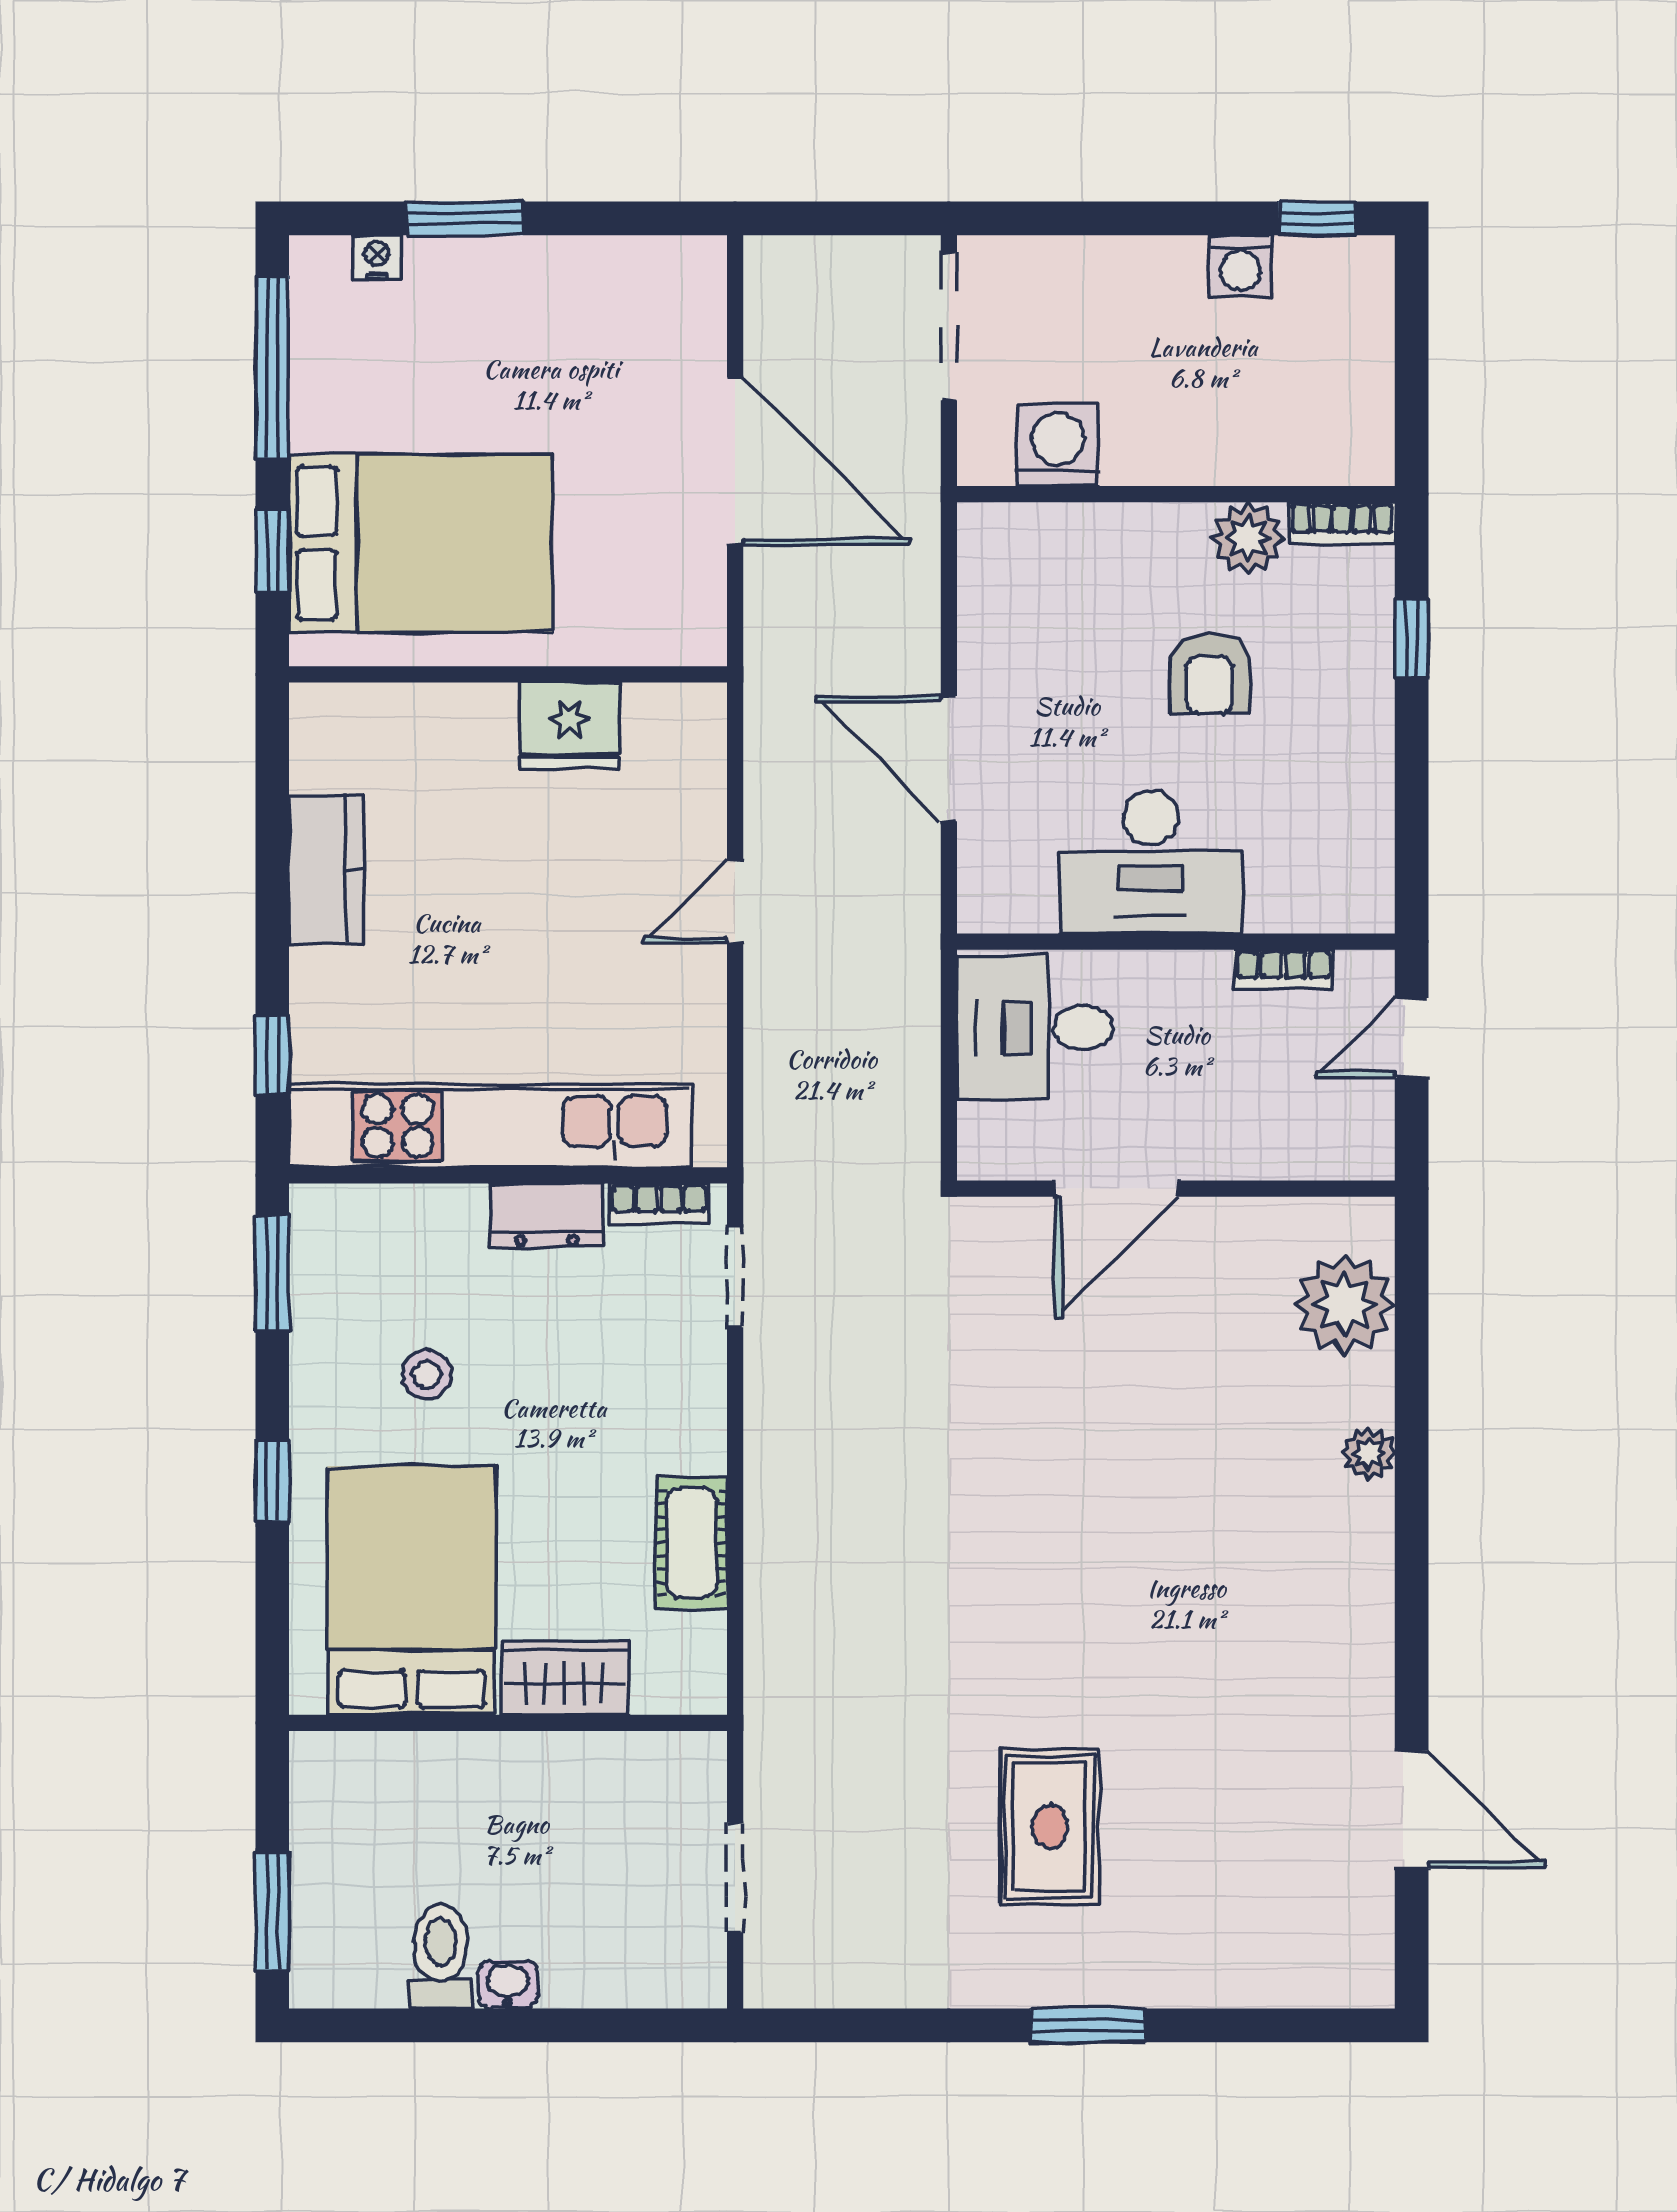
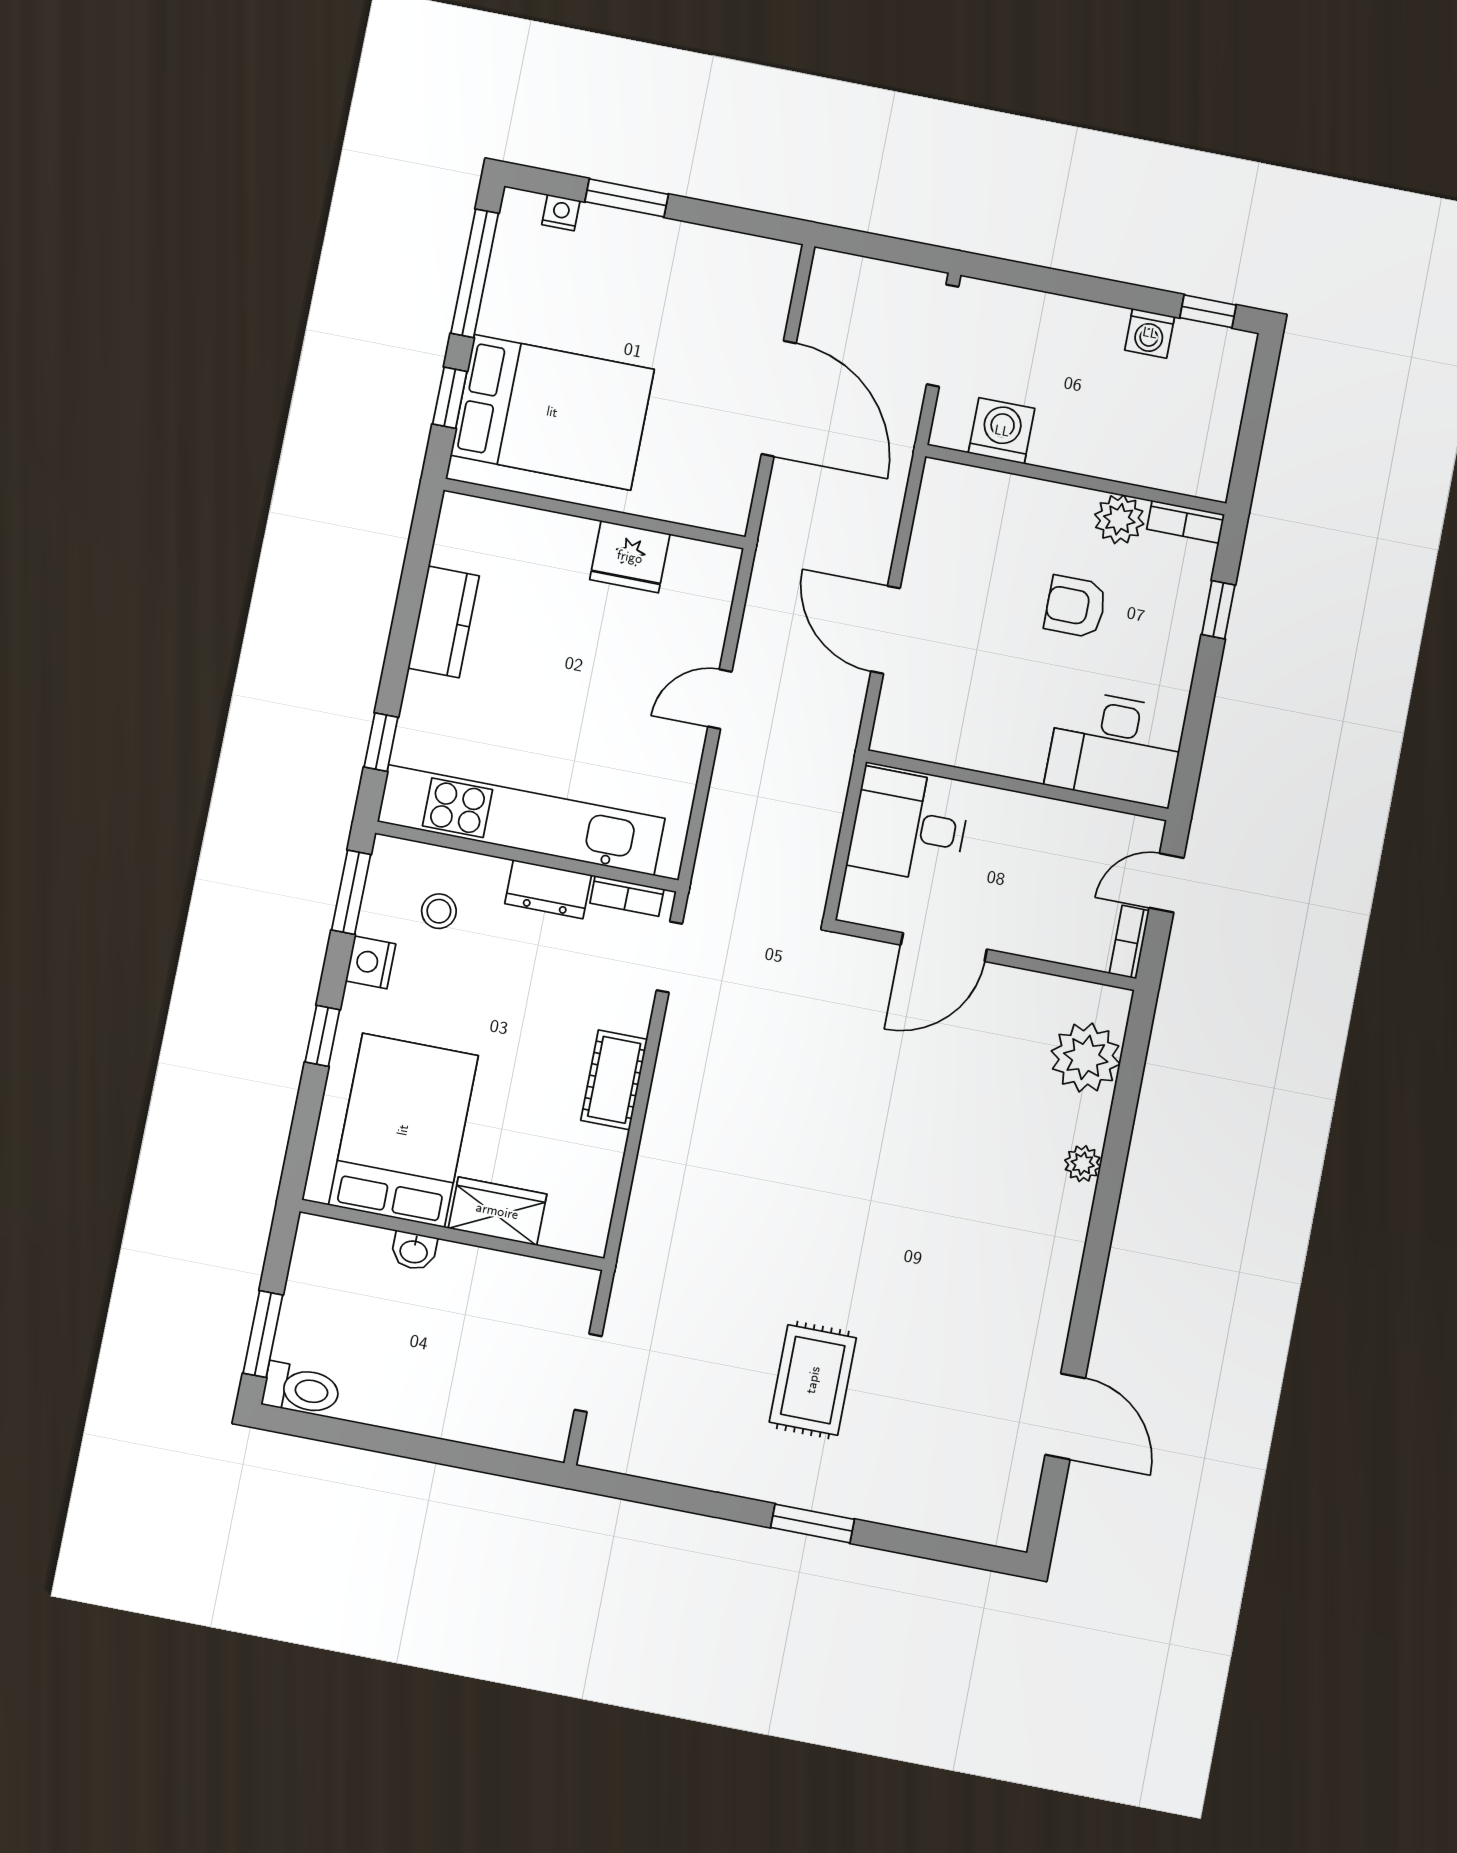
armchair: (1209, 674) -> (1075, 607), turned 90
desk: (1151, 862) -> (1115, 748), moved
bookcase: (1283, 969) -> (1129, 942), moved, turned 90
nightstand: (319, 1366) -> (371, 962), added
stool: (427, 1374) -> (439, 911), moved
cot: (691, 1543) -> (614, 1080), moved
toilet: (441, 1957) -> (301, 1389), moved, turned 90
washbasin: (508, 1984) -> (414, 1251), moved, turned 180

